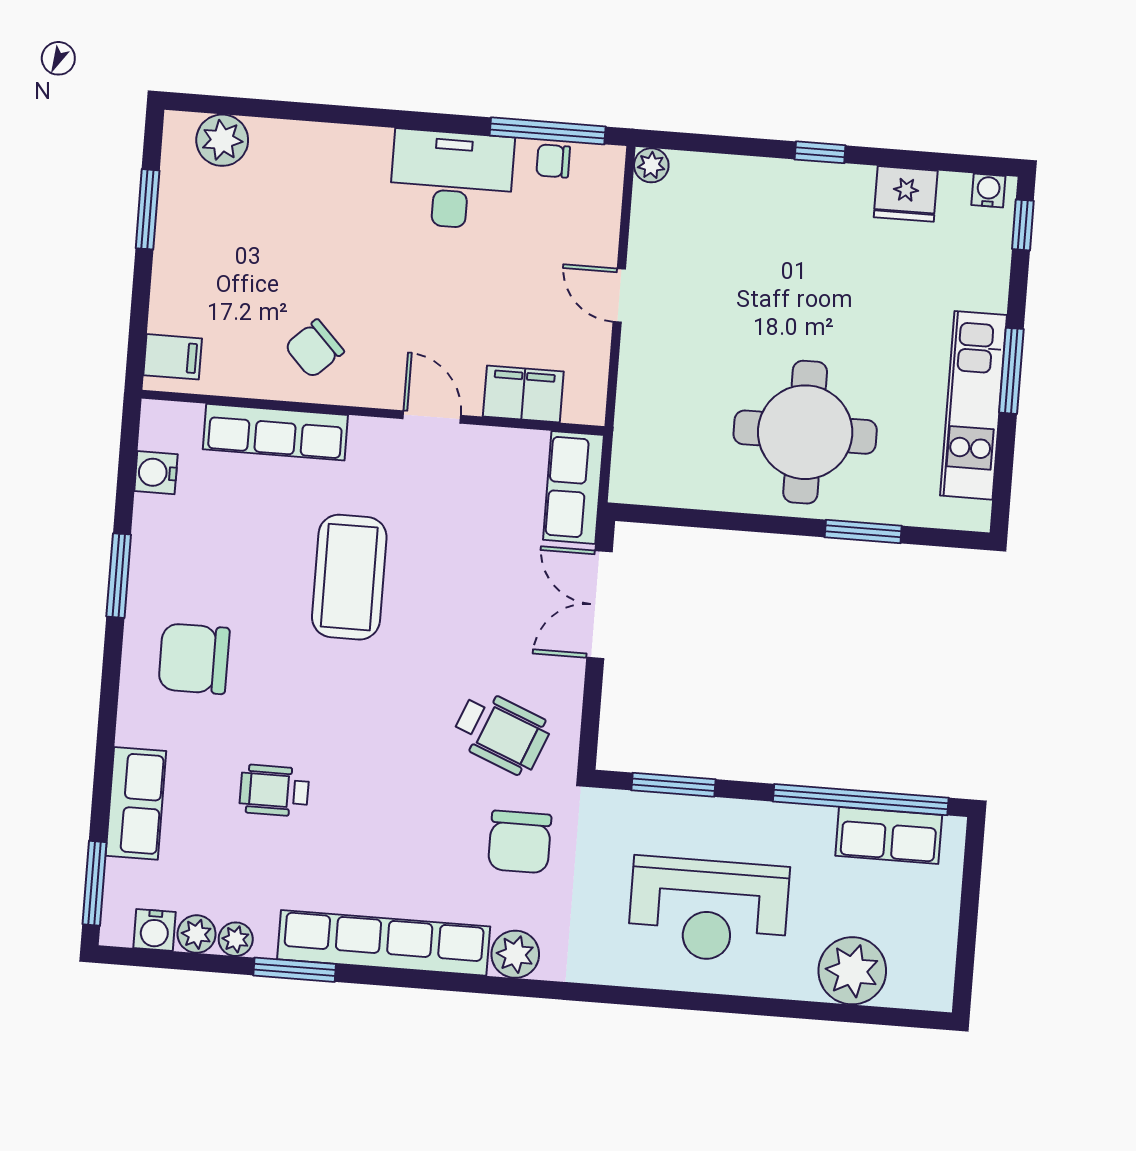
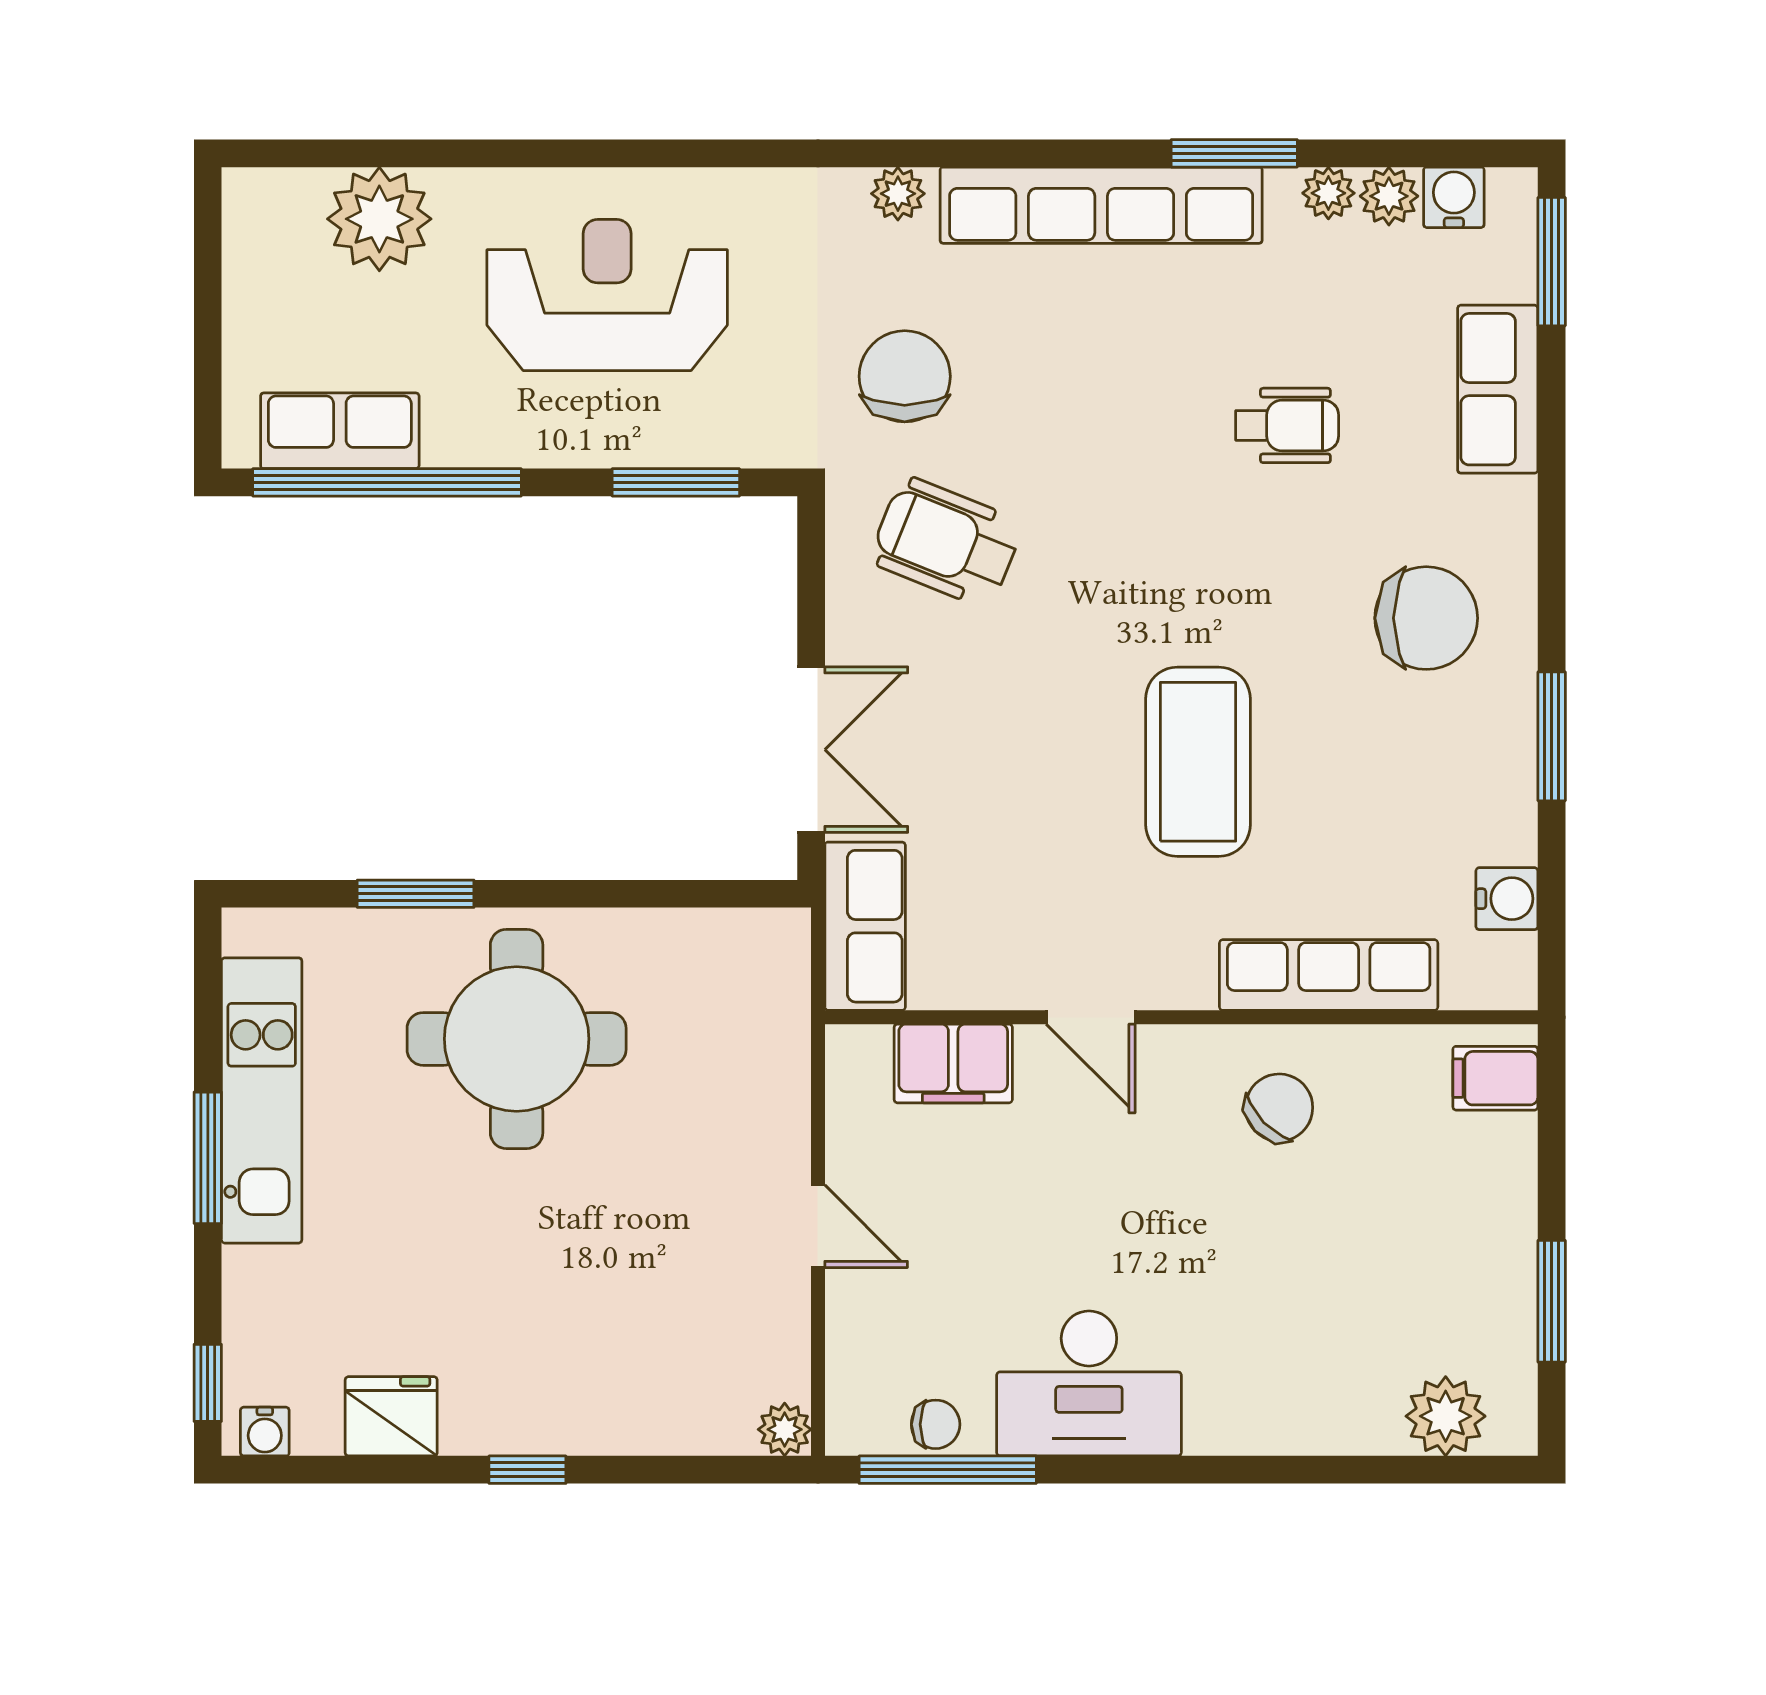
plant: (515, 954) -> (898, 194), width x0.73, depth x0.73

